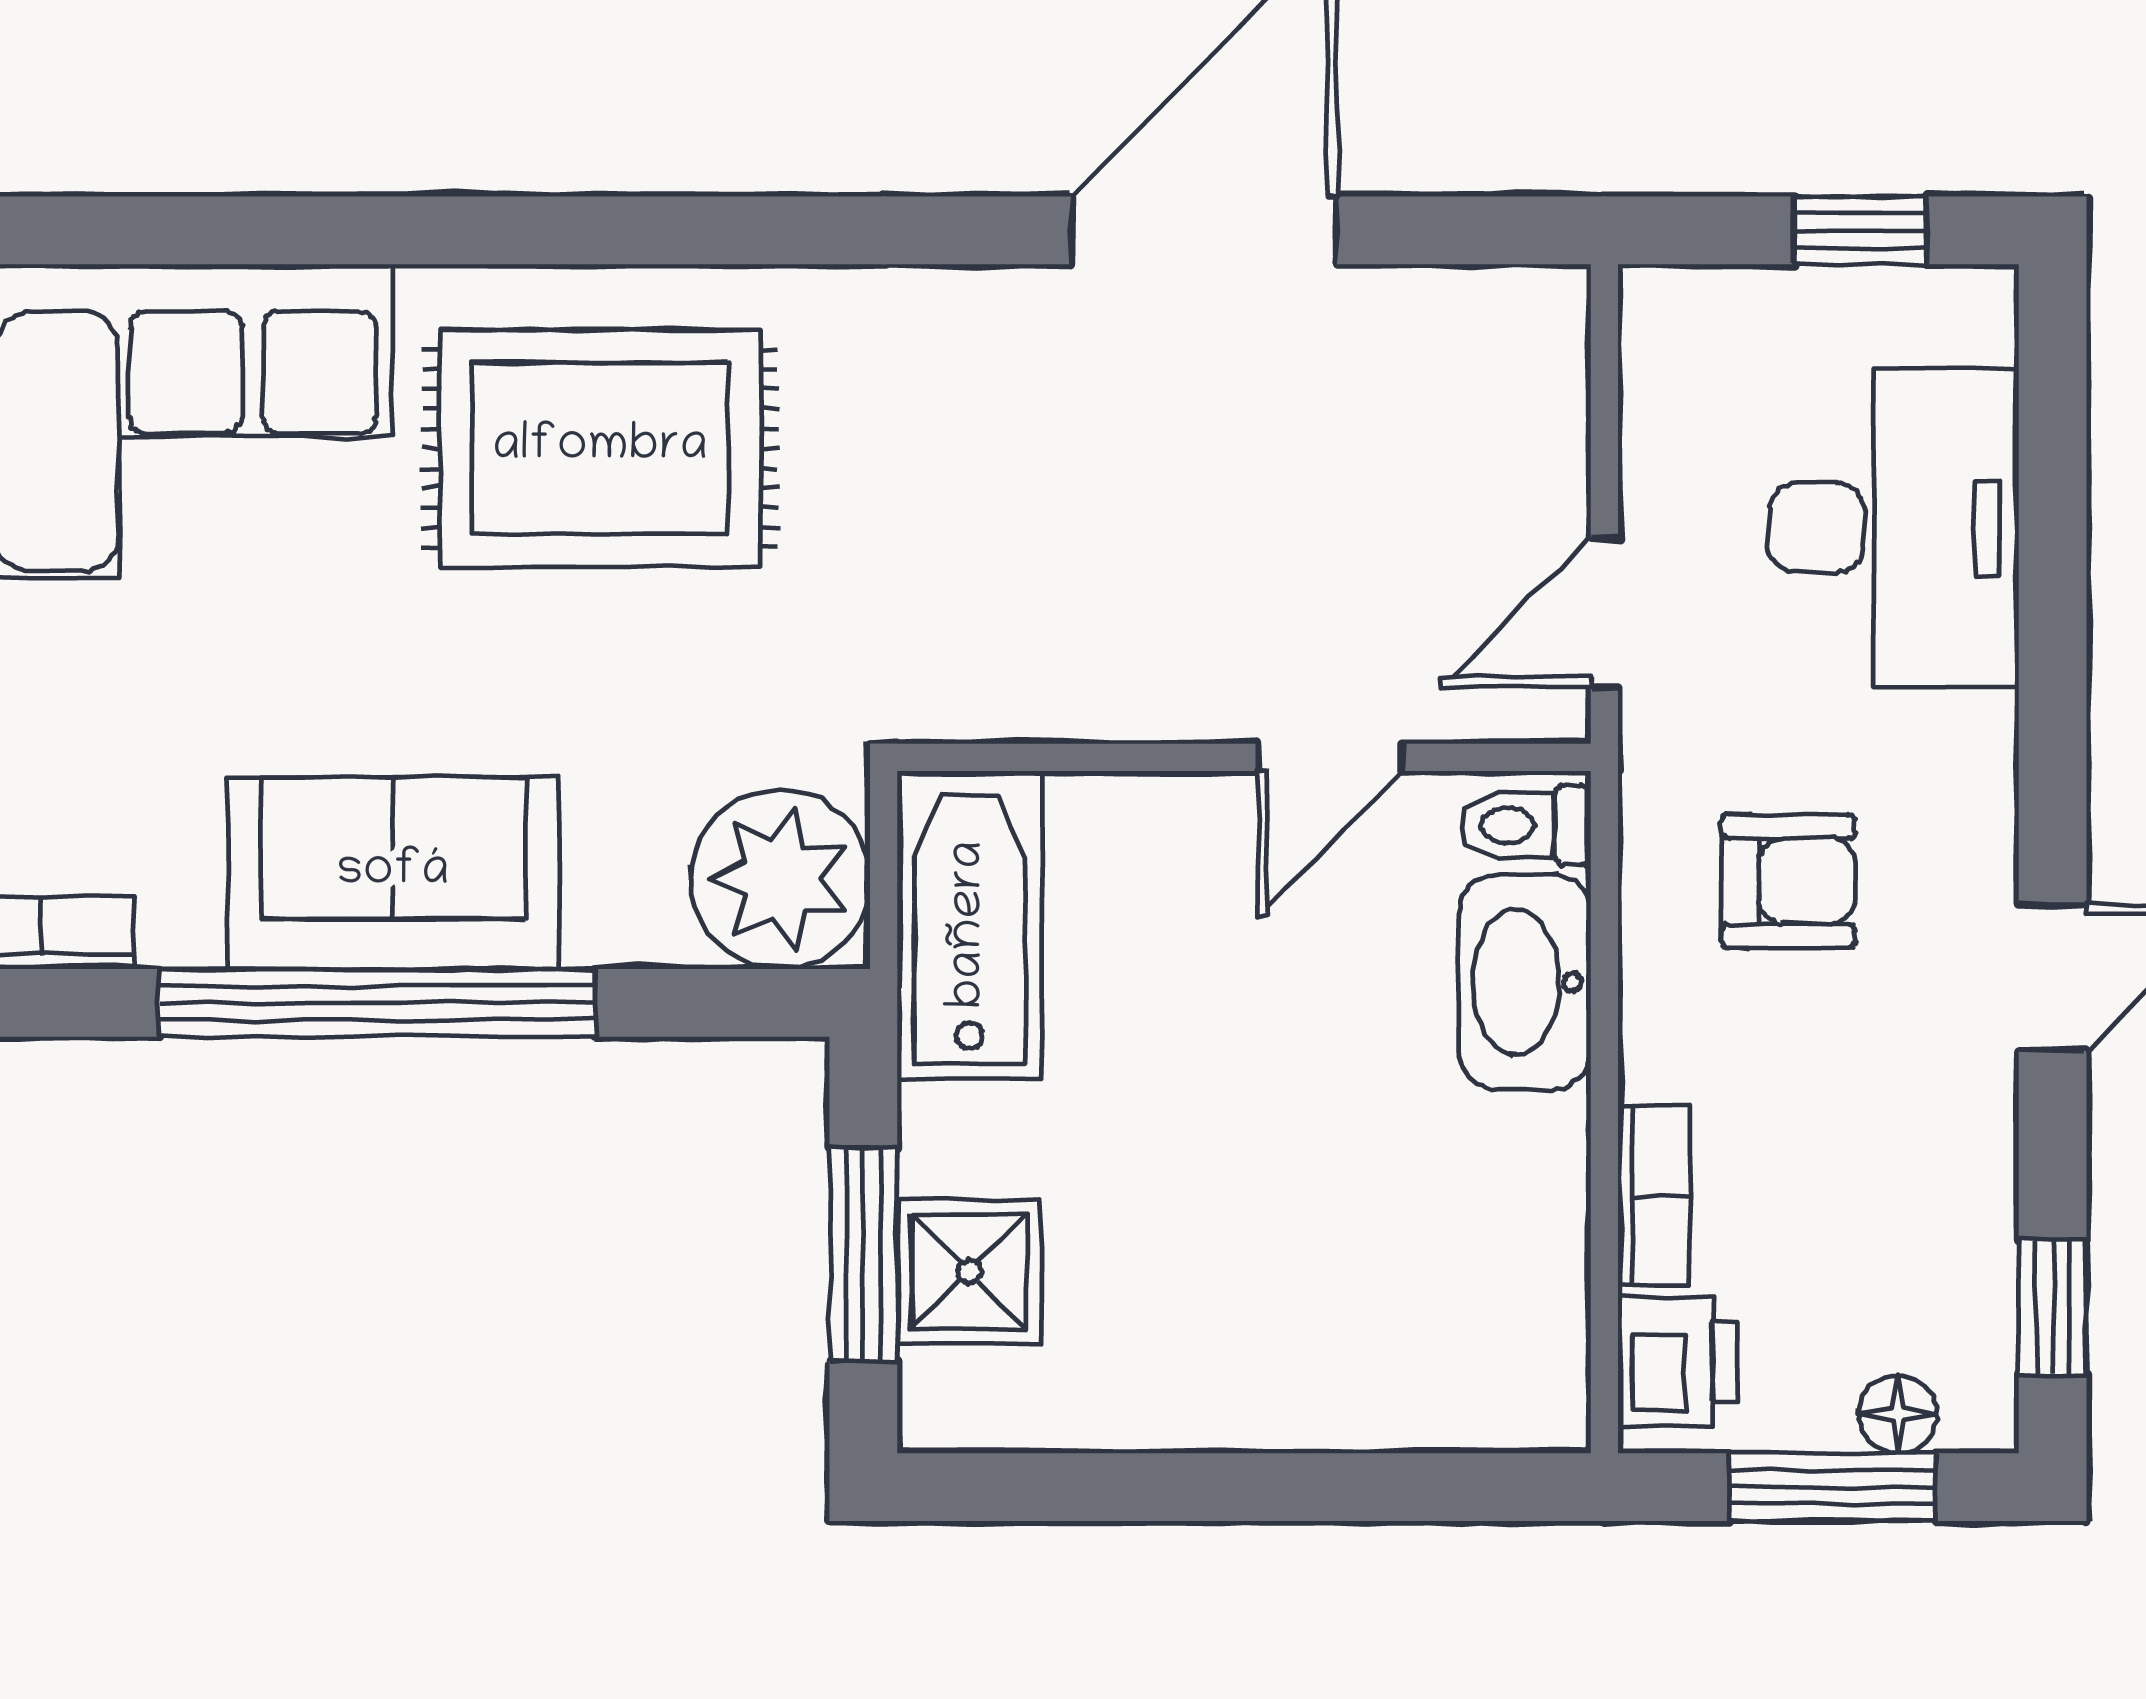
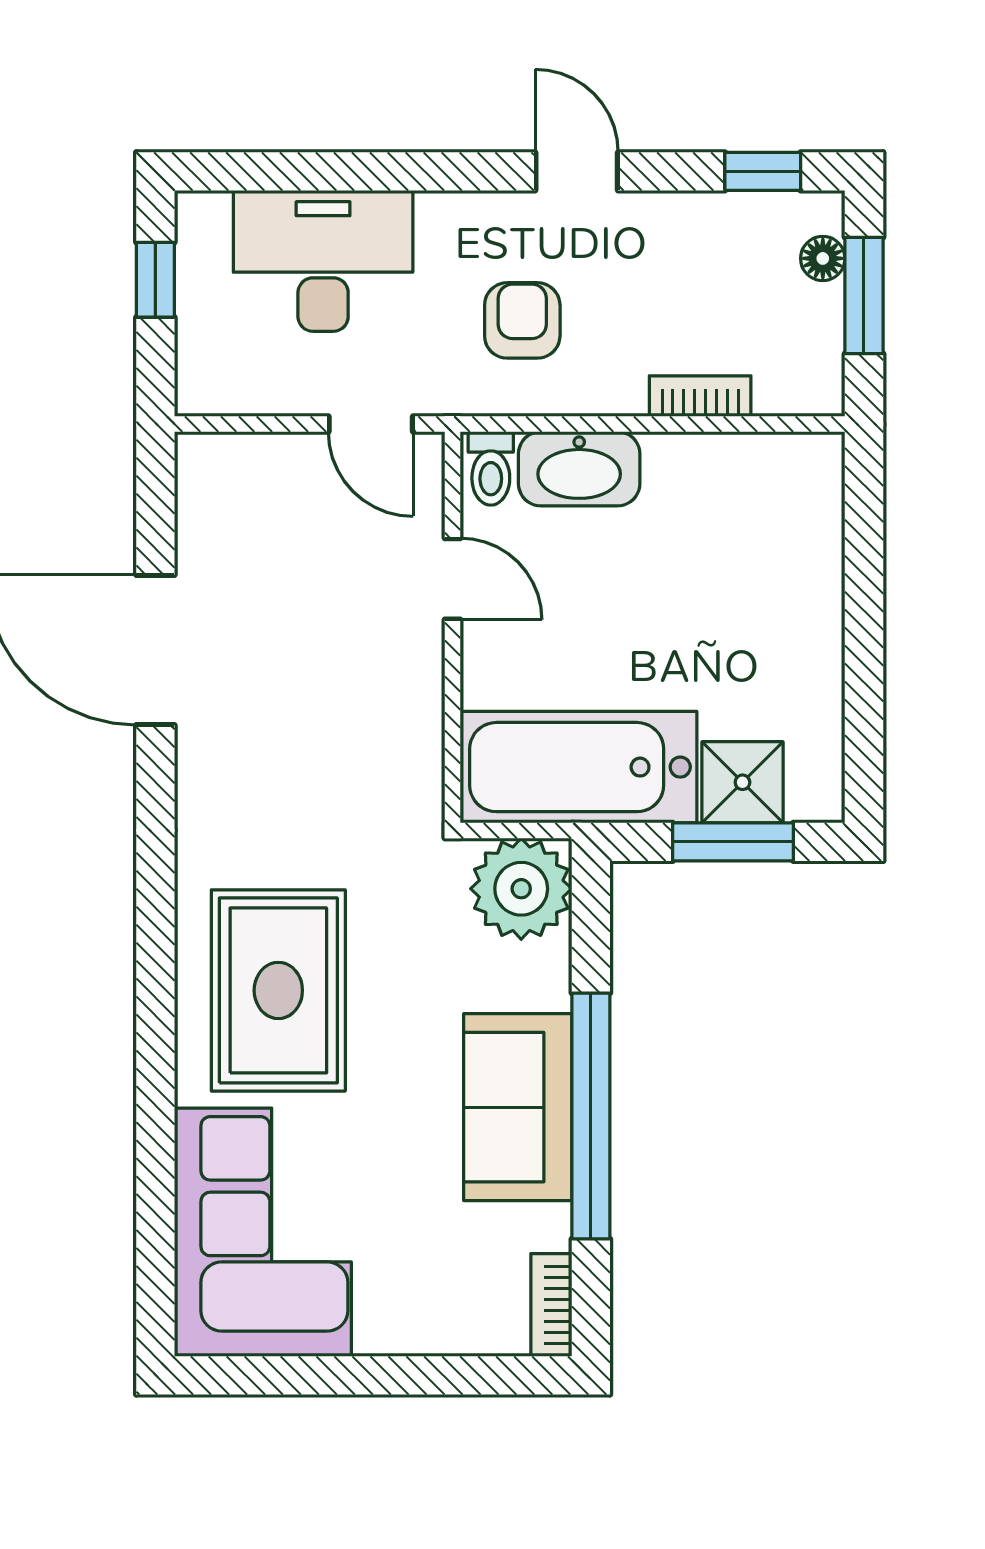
bathtub: (970, 925) -> (578, 767), width x1.36, depth x1.36
printer: (1678, 1361) -> (793, 383), removed

